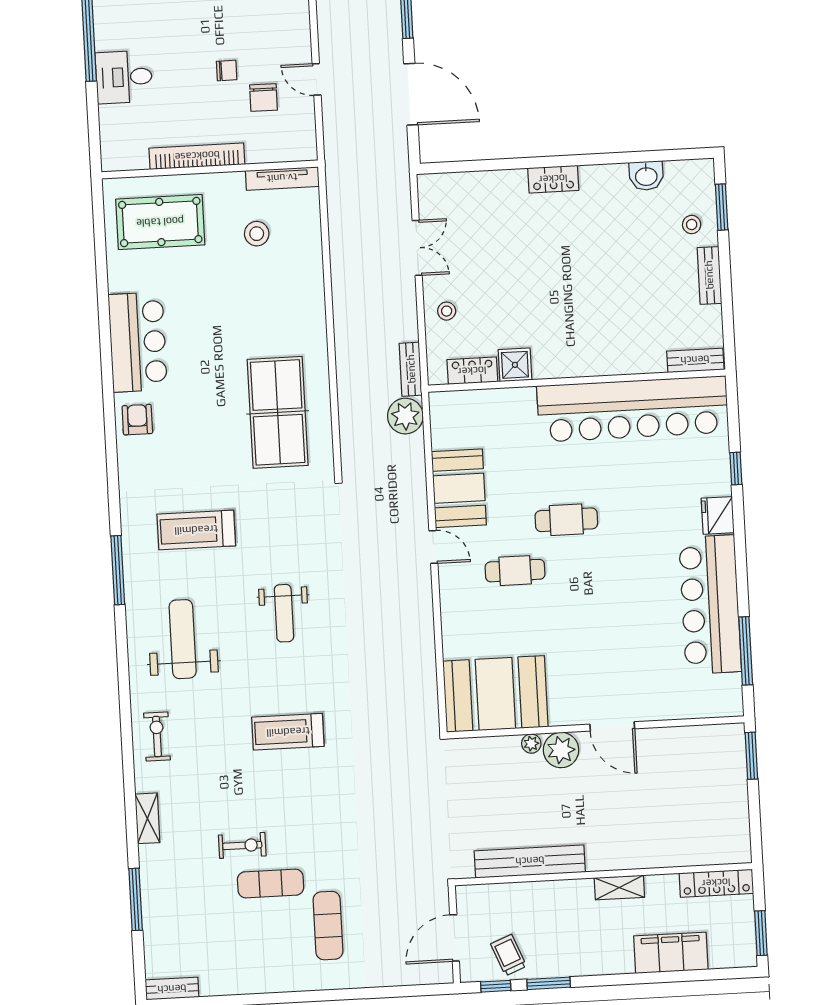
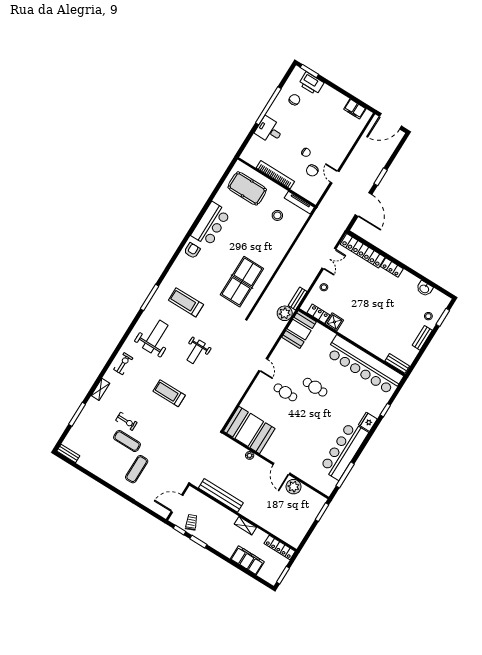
locker: (473, 186) -> (363, 251), added
booth: (459, 488) -> (299, 330), moved
plant: (561, 750) -> (294, 487), moved

